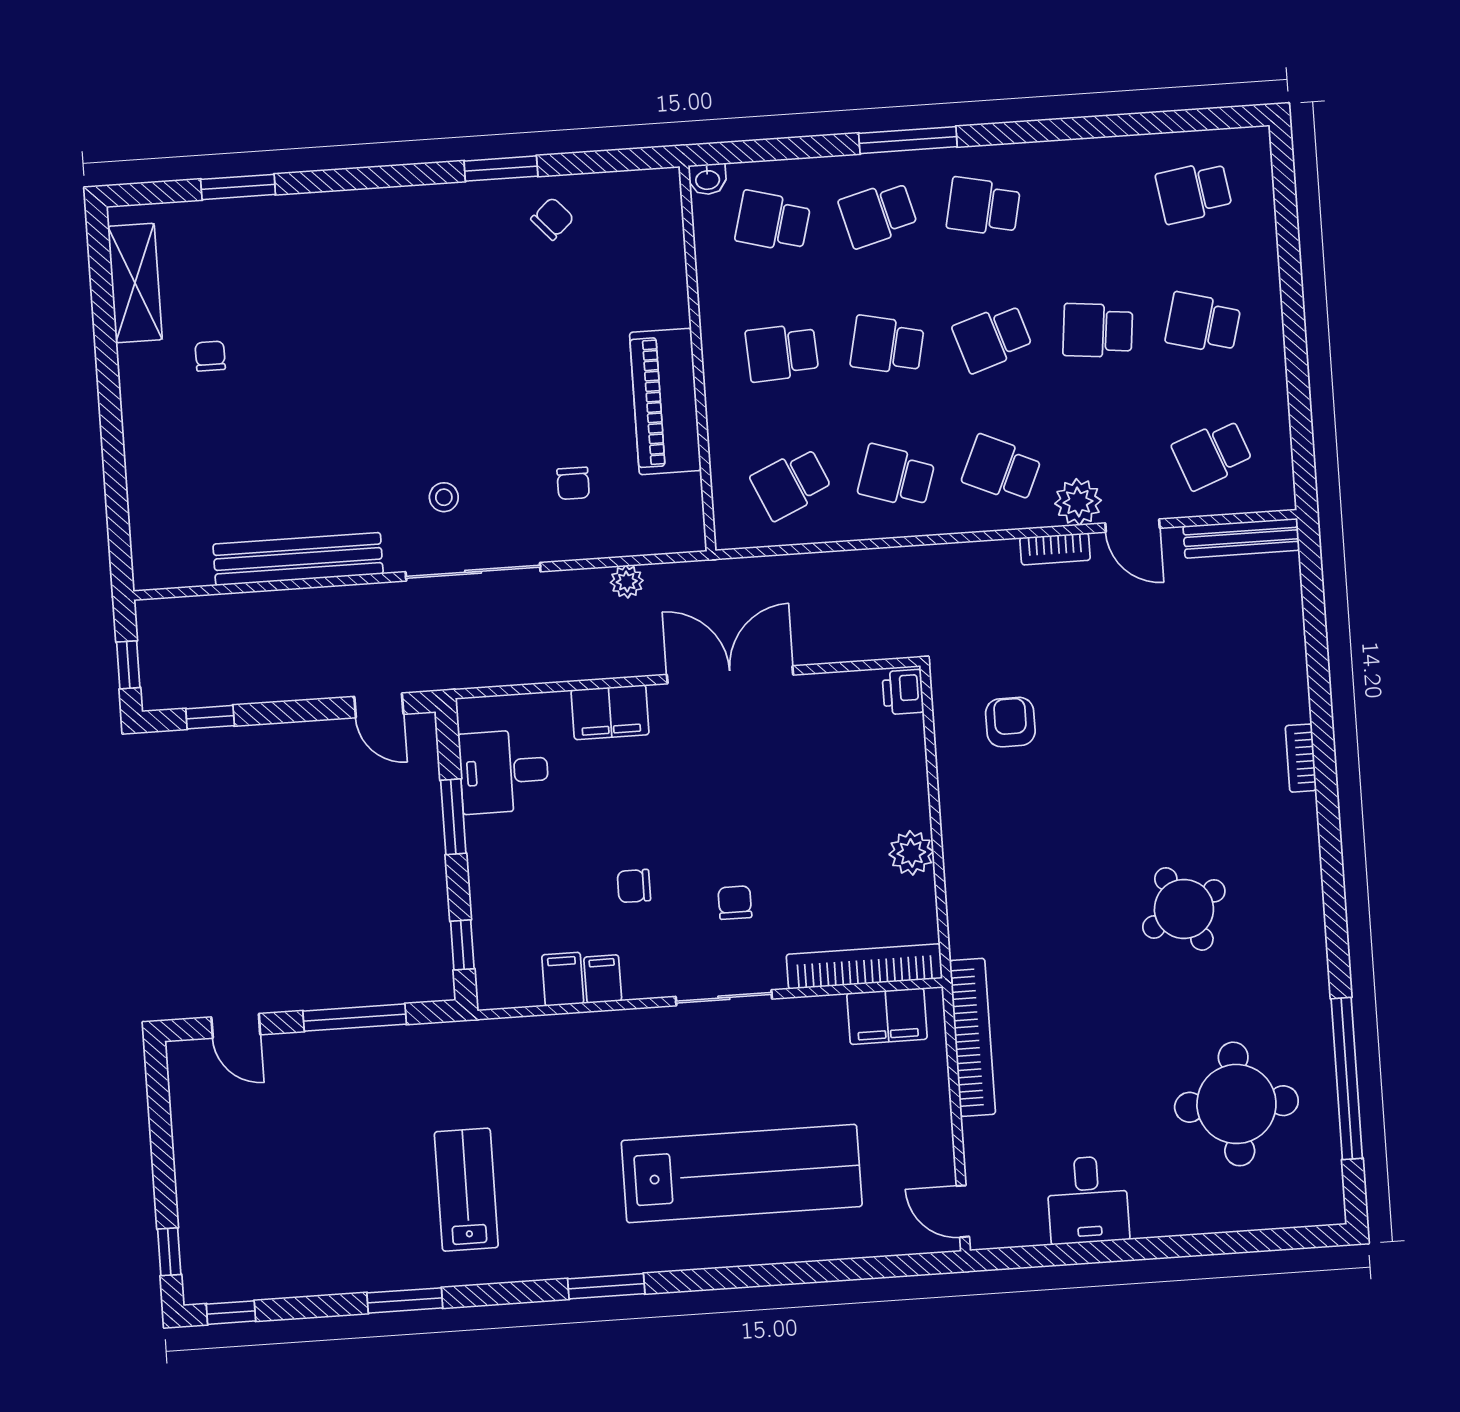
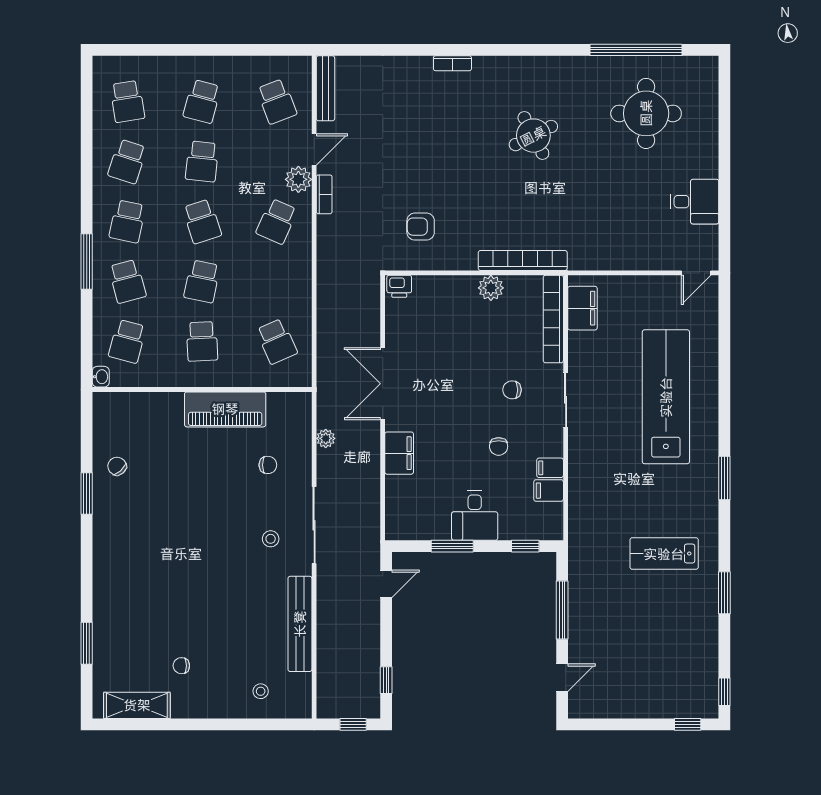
school desk: (896, 476) -> (127, 161), moved
stool: (175, 498) -> (261, 691), added
desk: (504, 771) -> (475, 516), moved
bookcase: (972, 1037) -> (523, 260), moved

